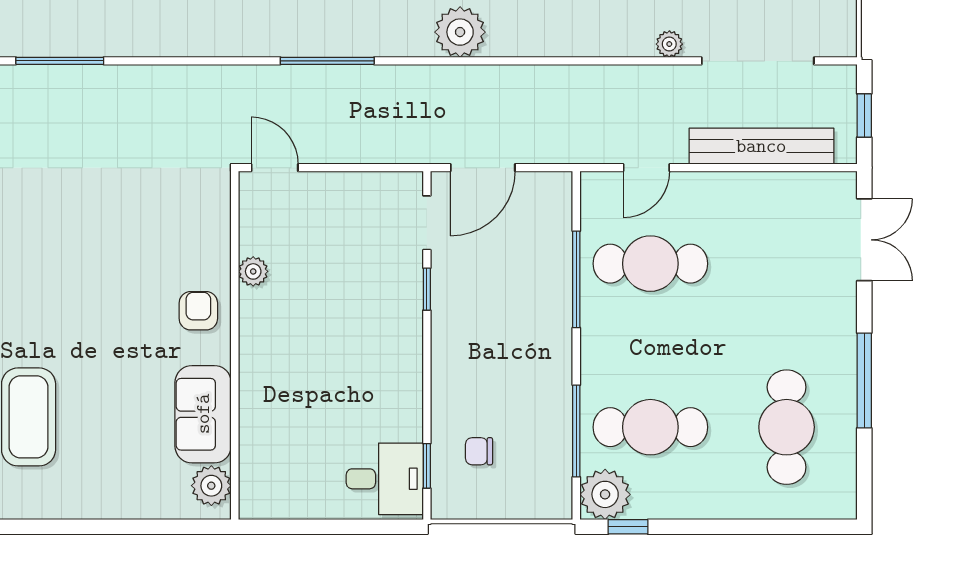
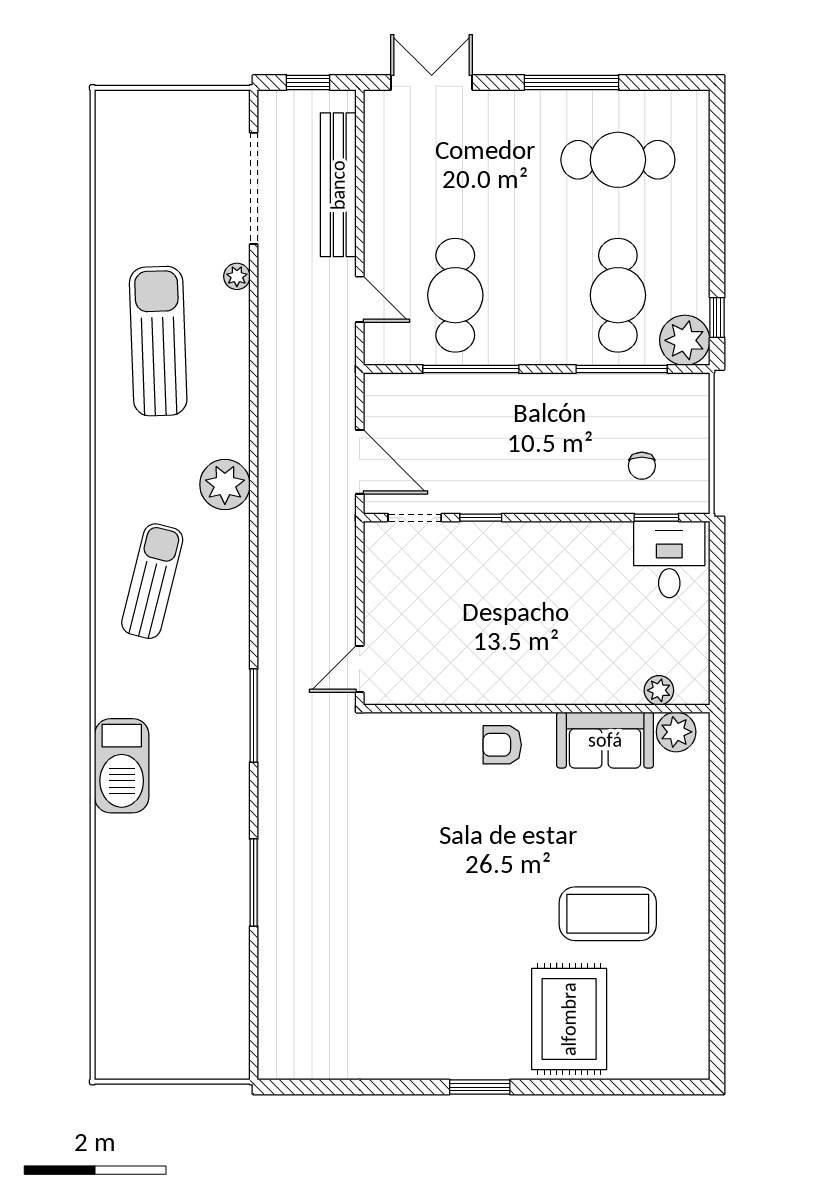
window: (327, 61) -> (254, 716), moved
plant: (253, 271) -> (659, 690), moved

